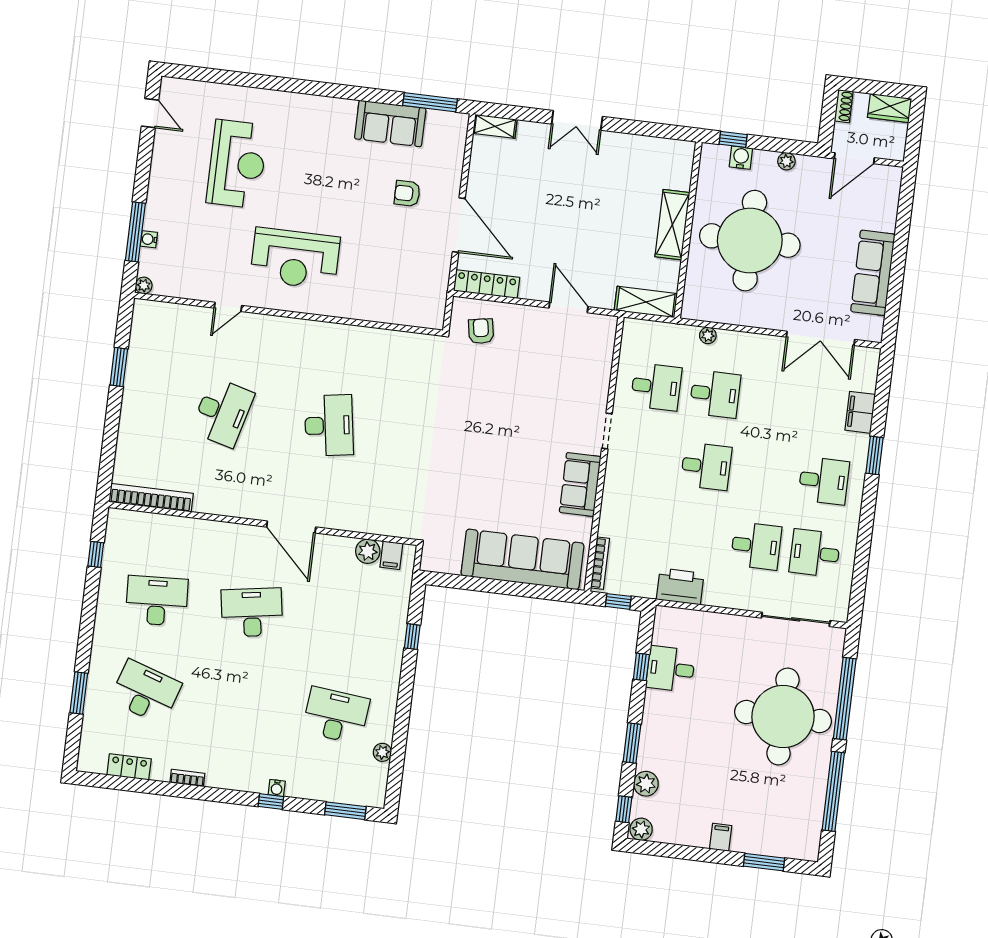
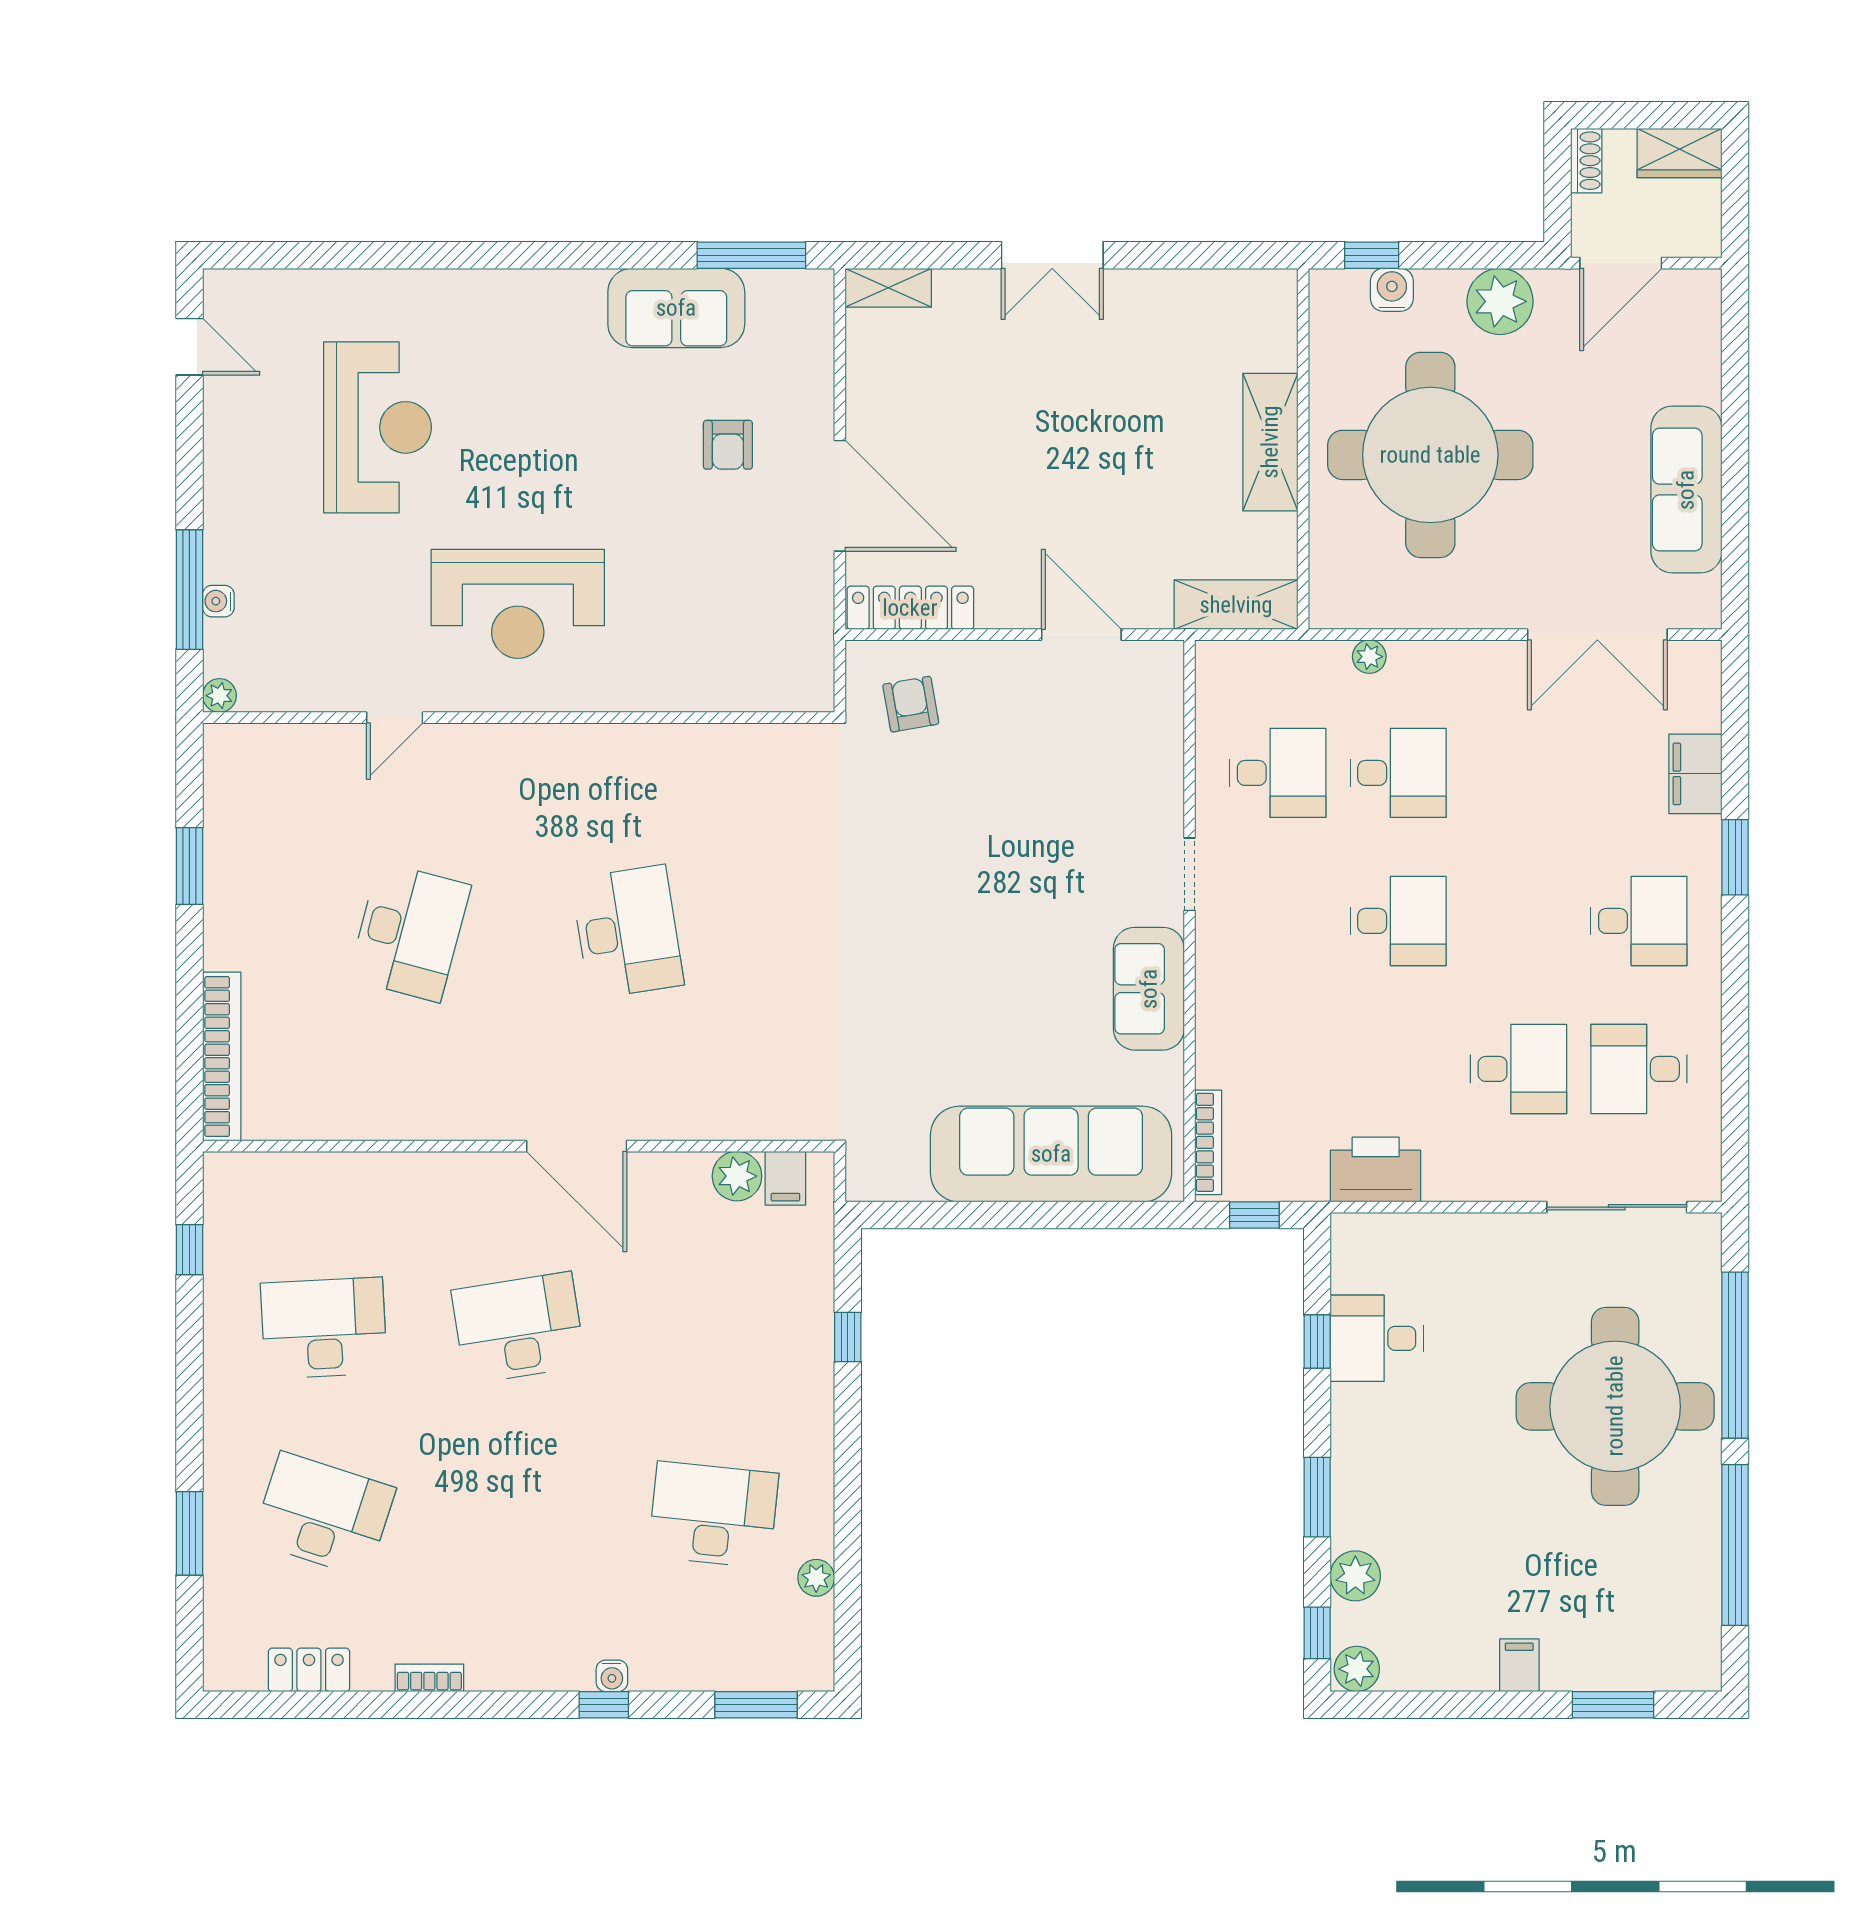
plant: (786, 161) -> (1500, 301), width x1.88, depth x1.88
armchair: (407, 193) -> (728, 445), turned -90
bookcase: (151, 498) -> (222, 1056), moved, turned 90

